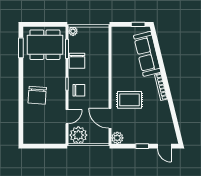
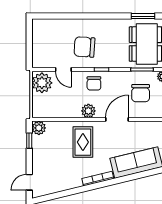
chair: (77, 61) -> (141, 93), moved, turned -90
chair: (37, 95) -> (84, 47), moved
plant: (103, 95) -> (88, 111), added
door: (110, 118) -> (117, 119), moved
window: (142, 146) -> (29, 141), moved

